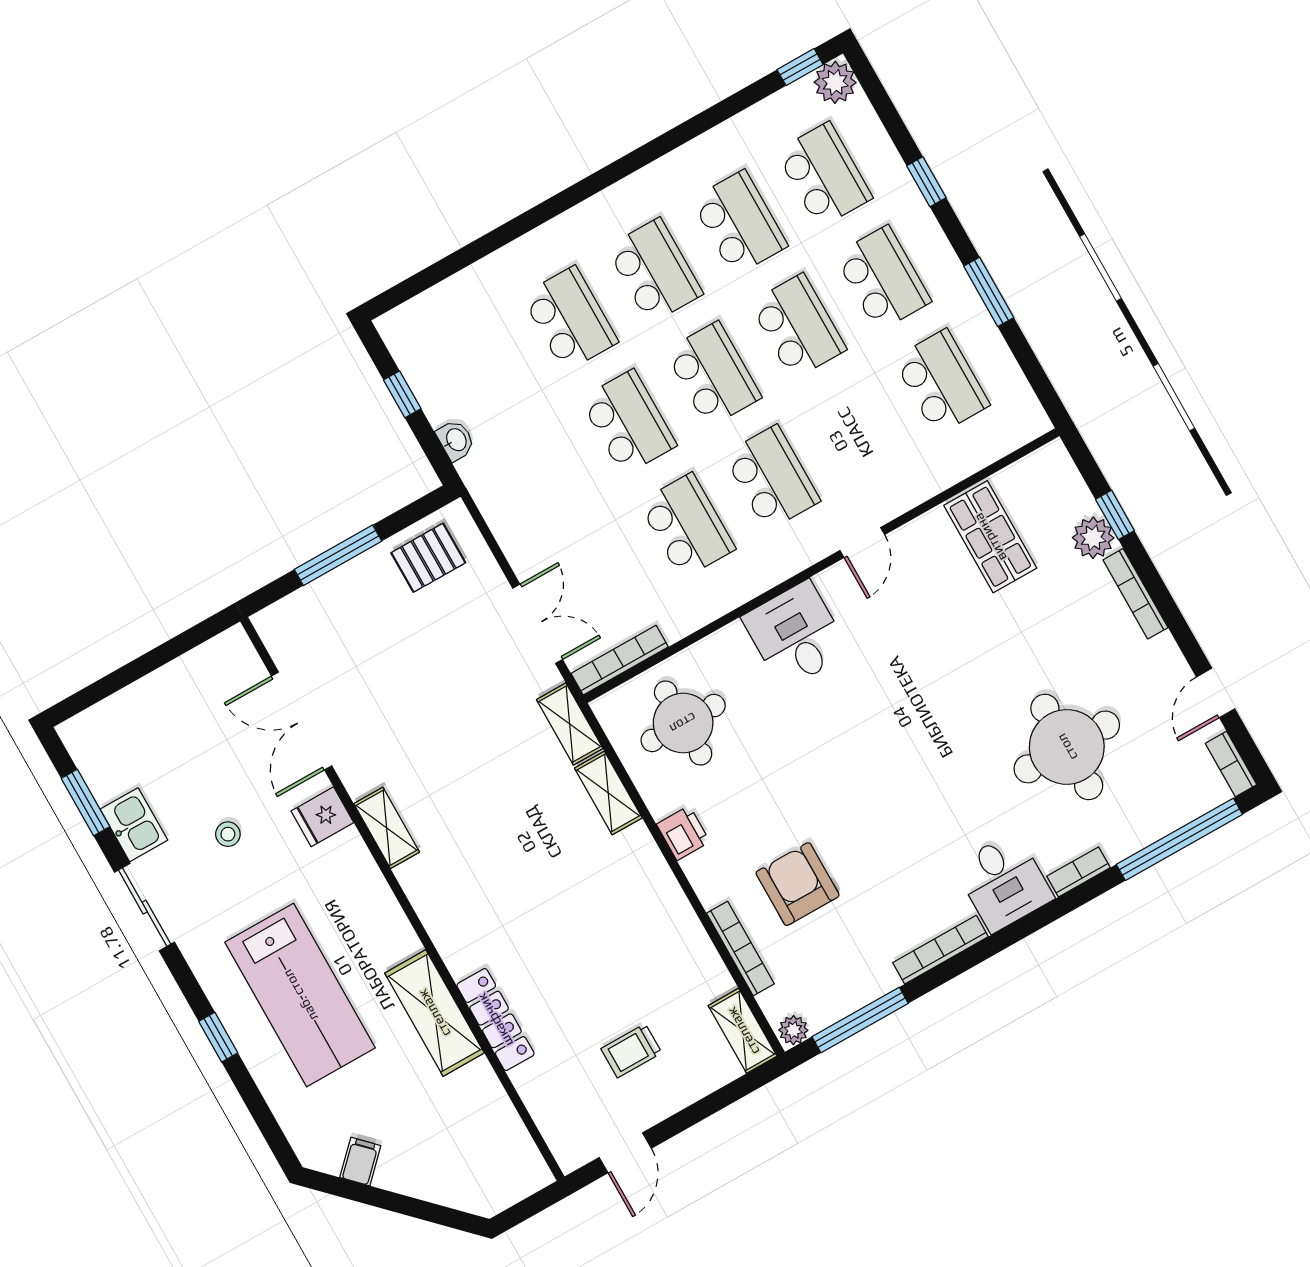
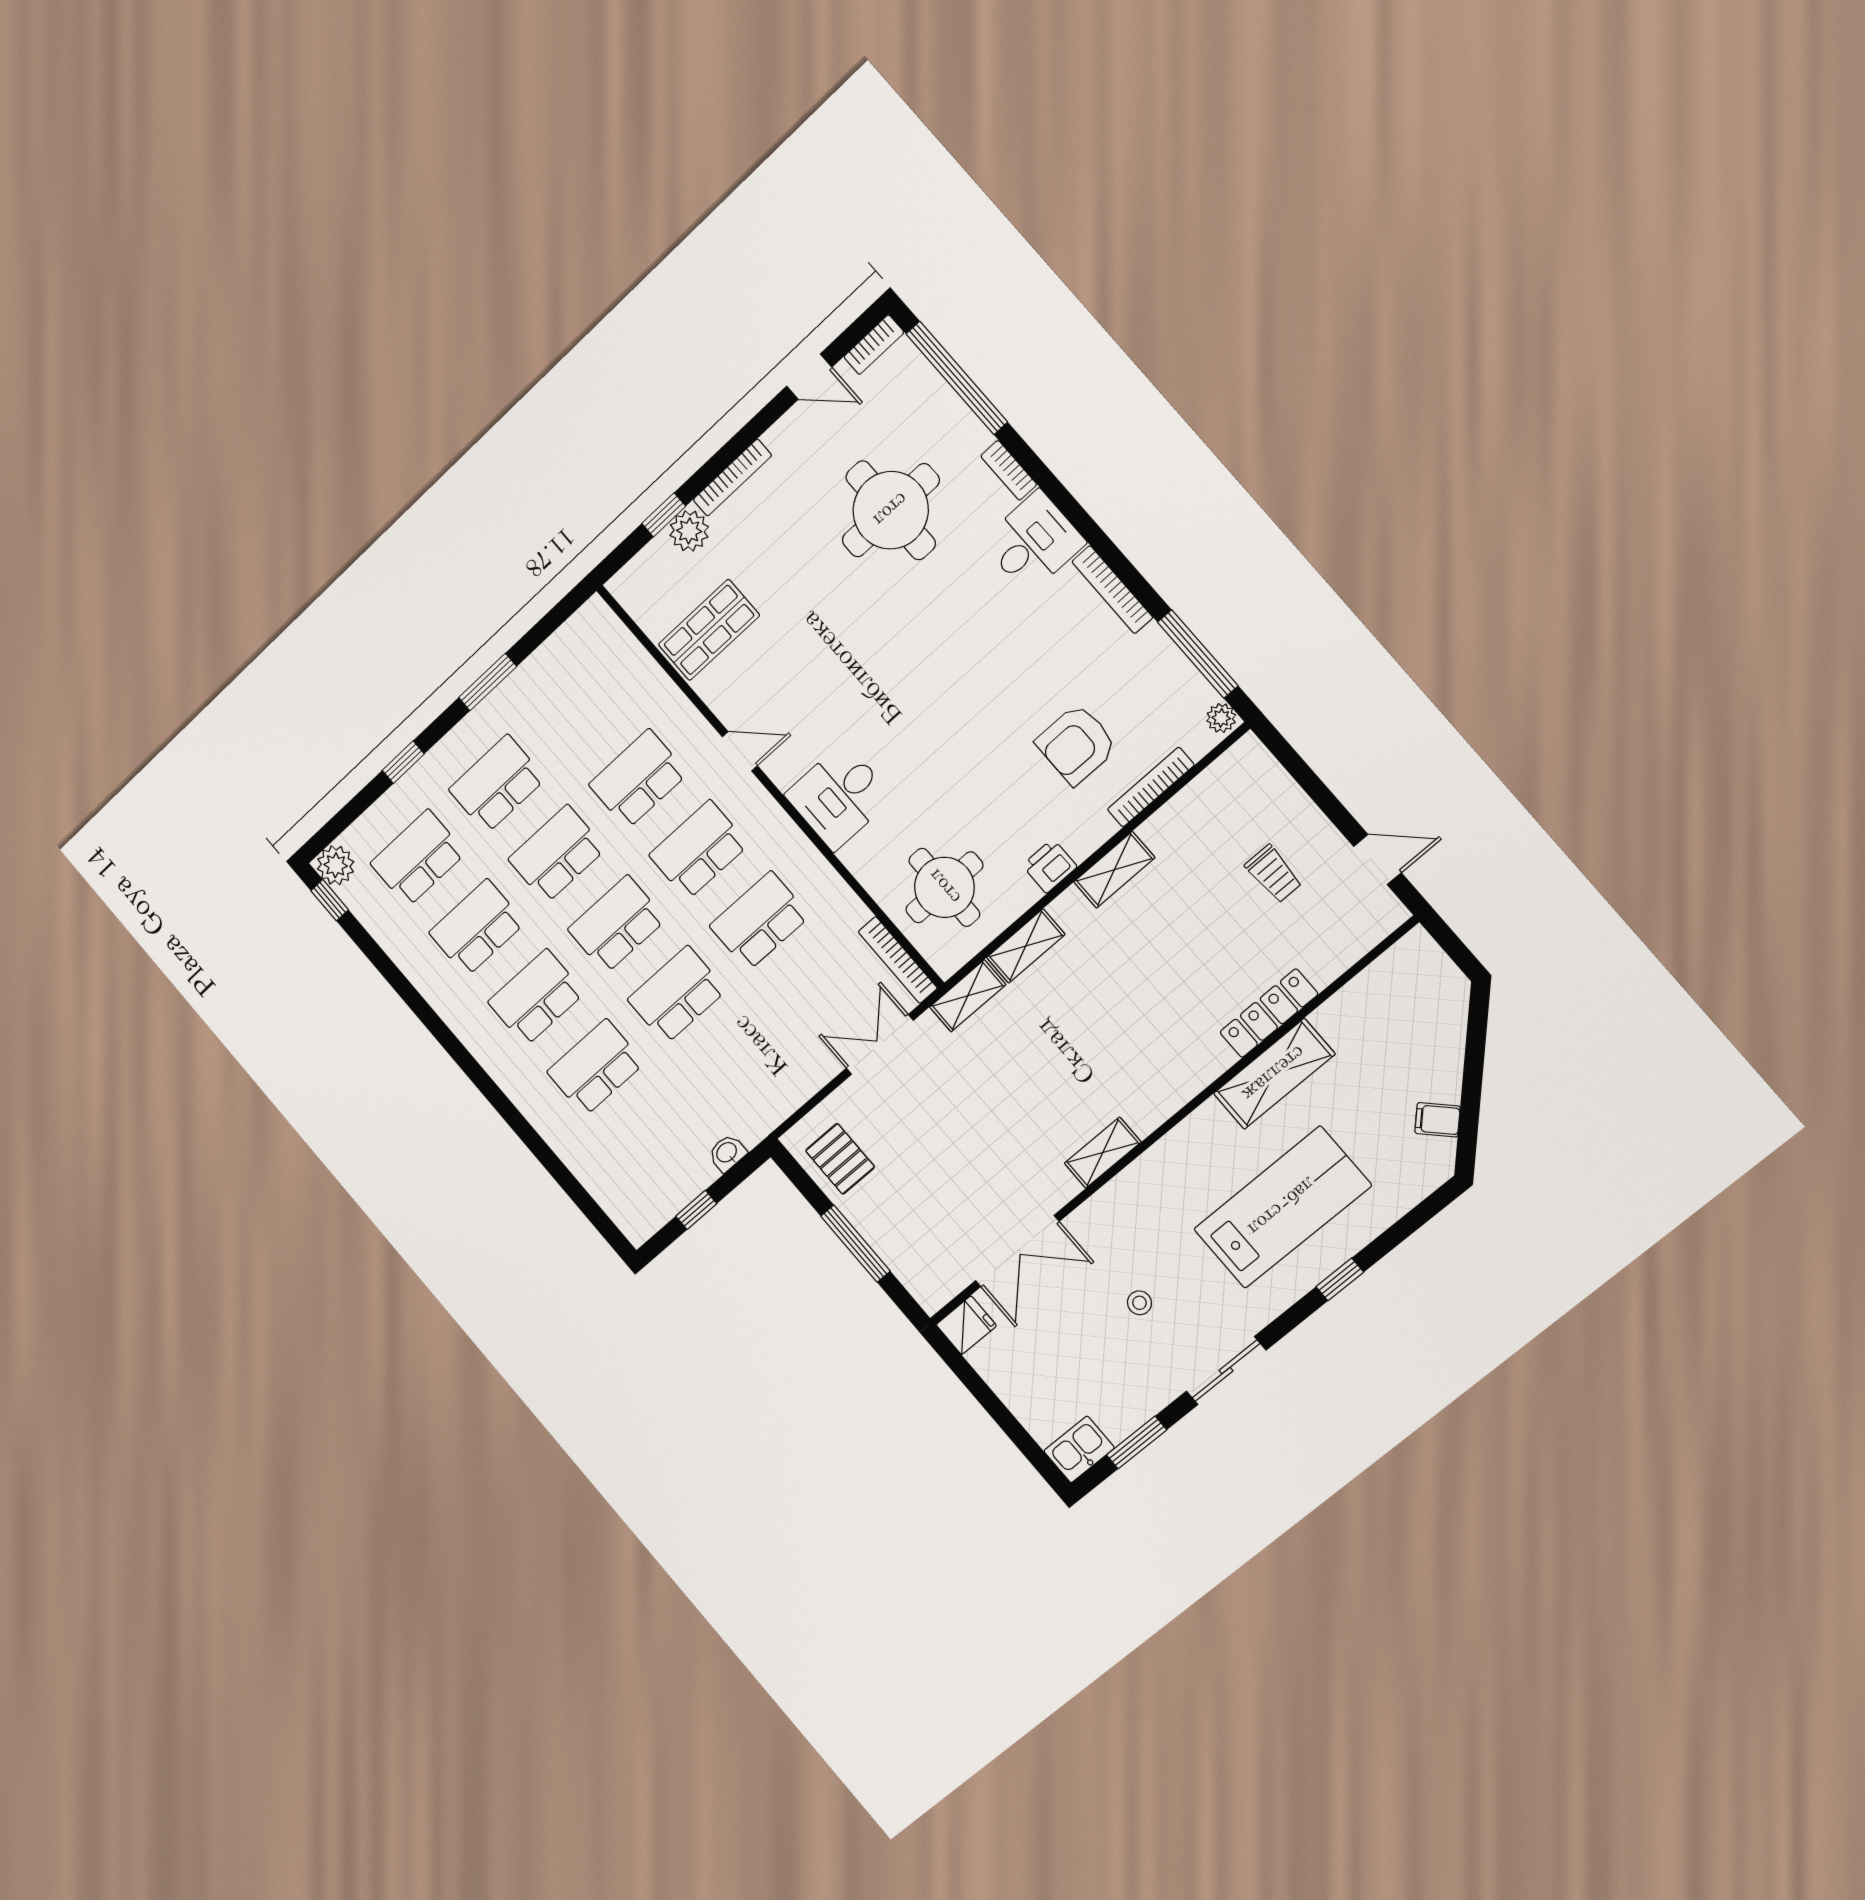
school desk: (941, 382) -> (638, 779), moved
fridge: (322, 817) -> (966, 1325), moved, turned -90
kitchen sink: (134, 825) -> (1079, 1449), moved
shelving: (743, 1031) -> (1114, 870), moved

